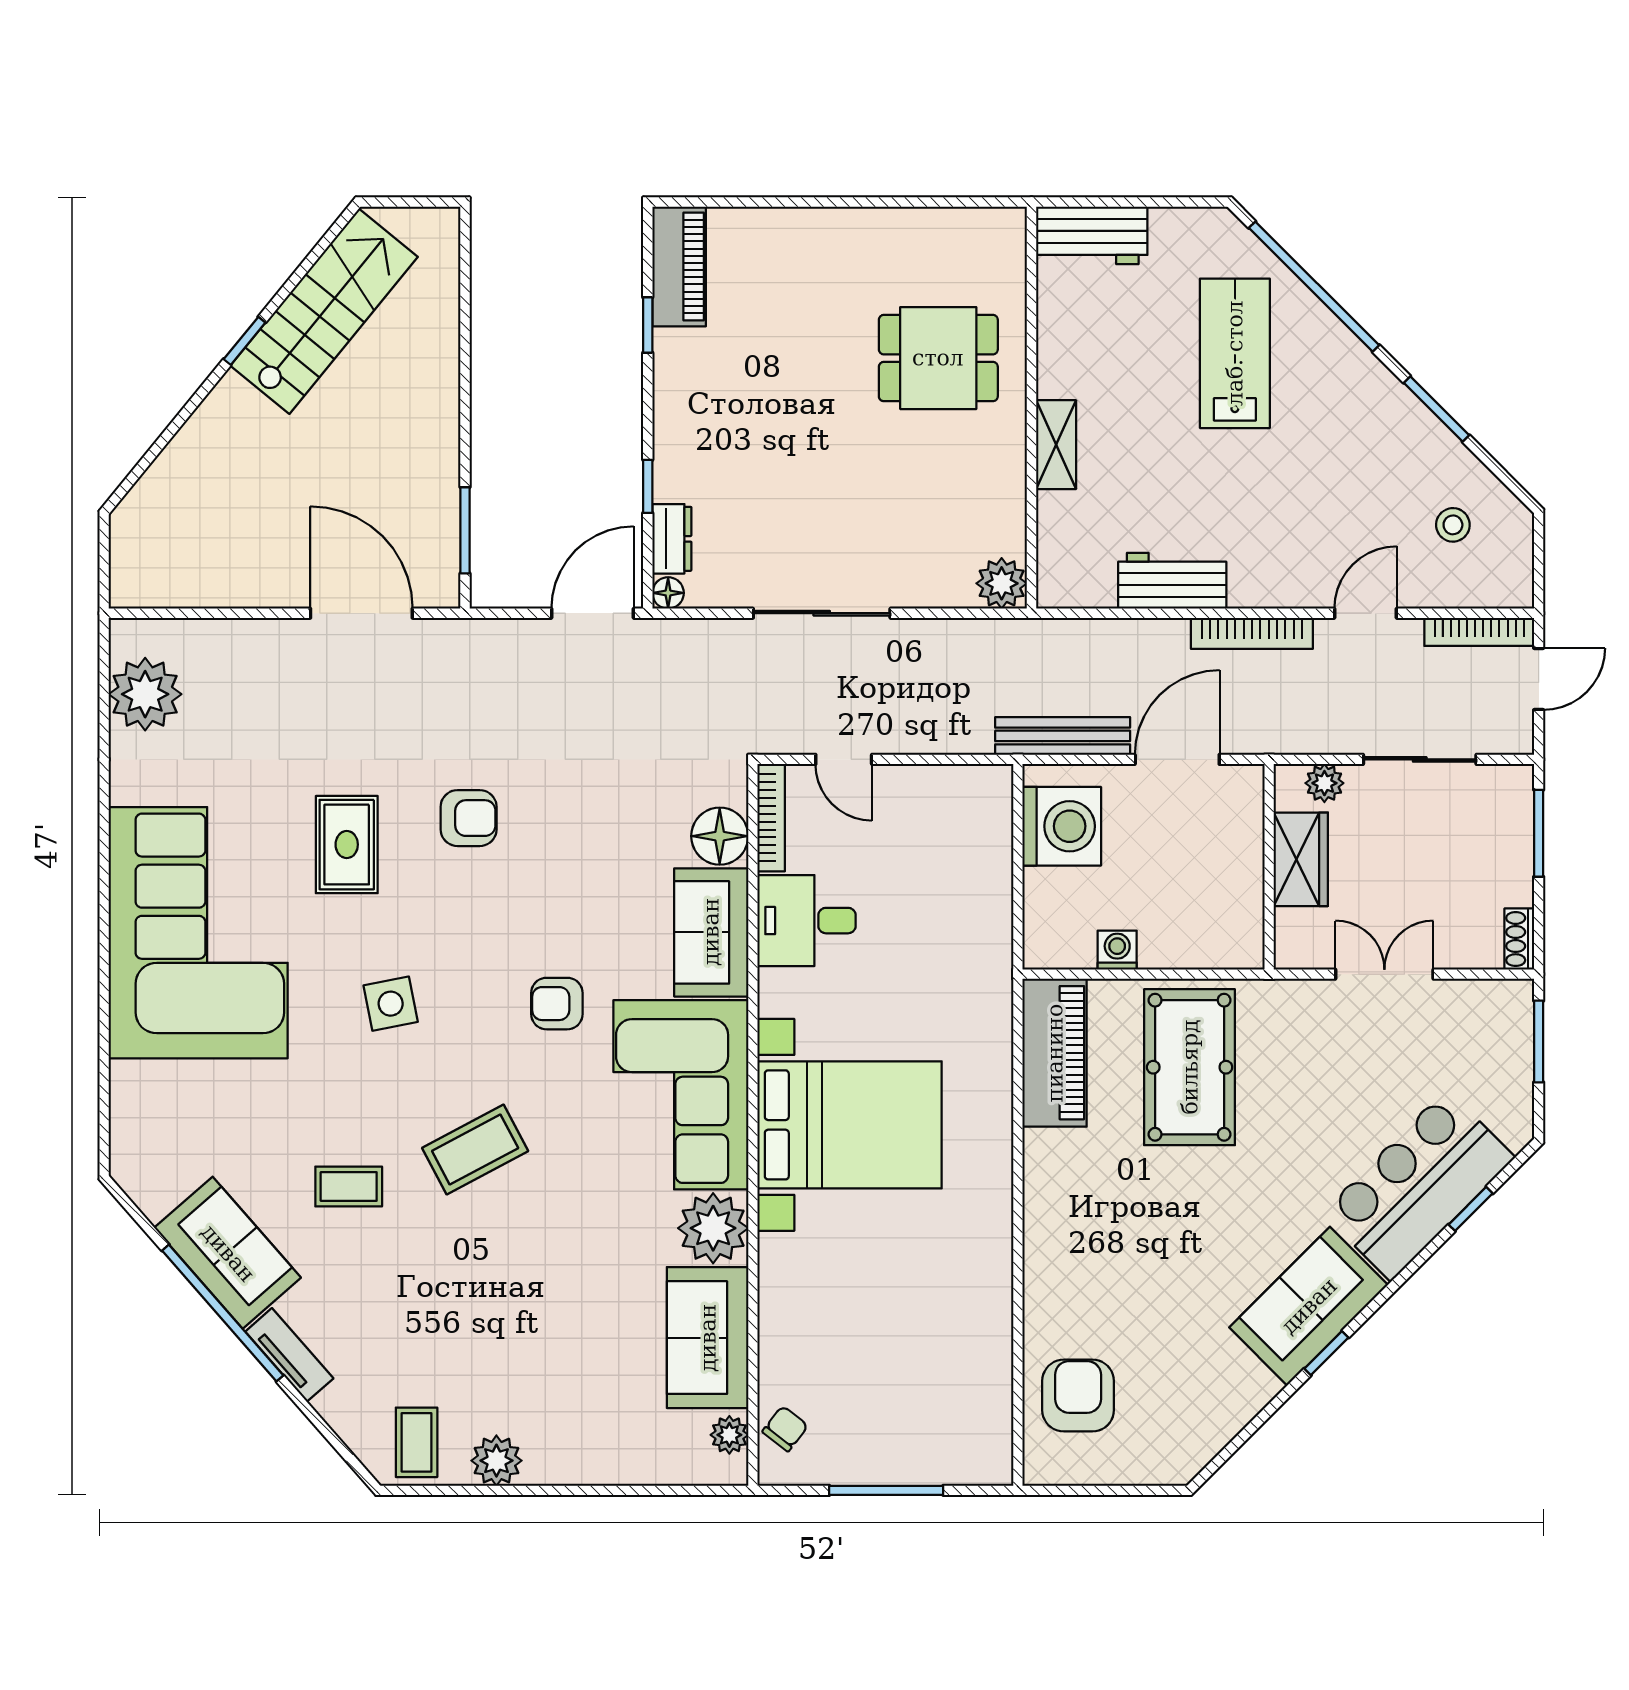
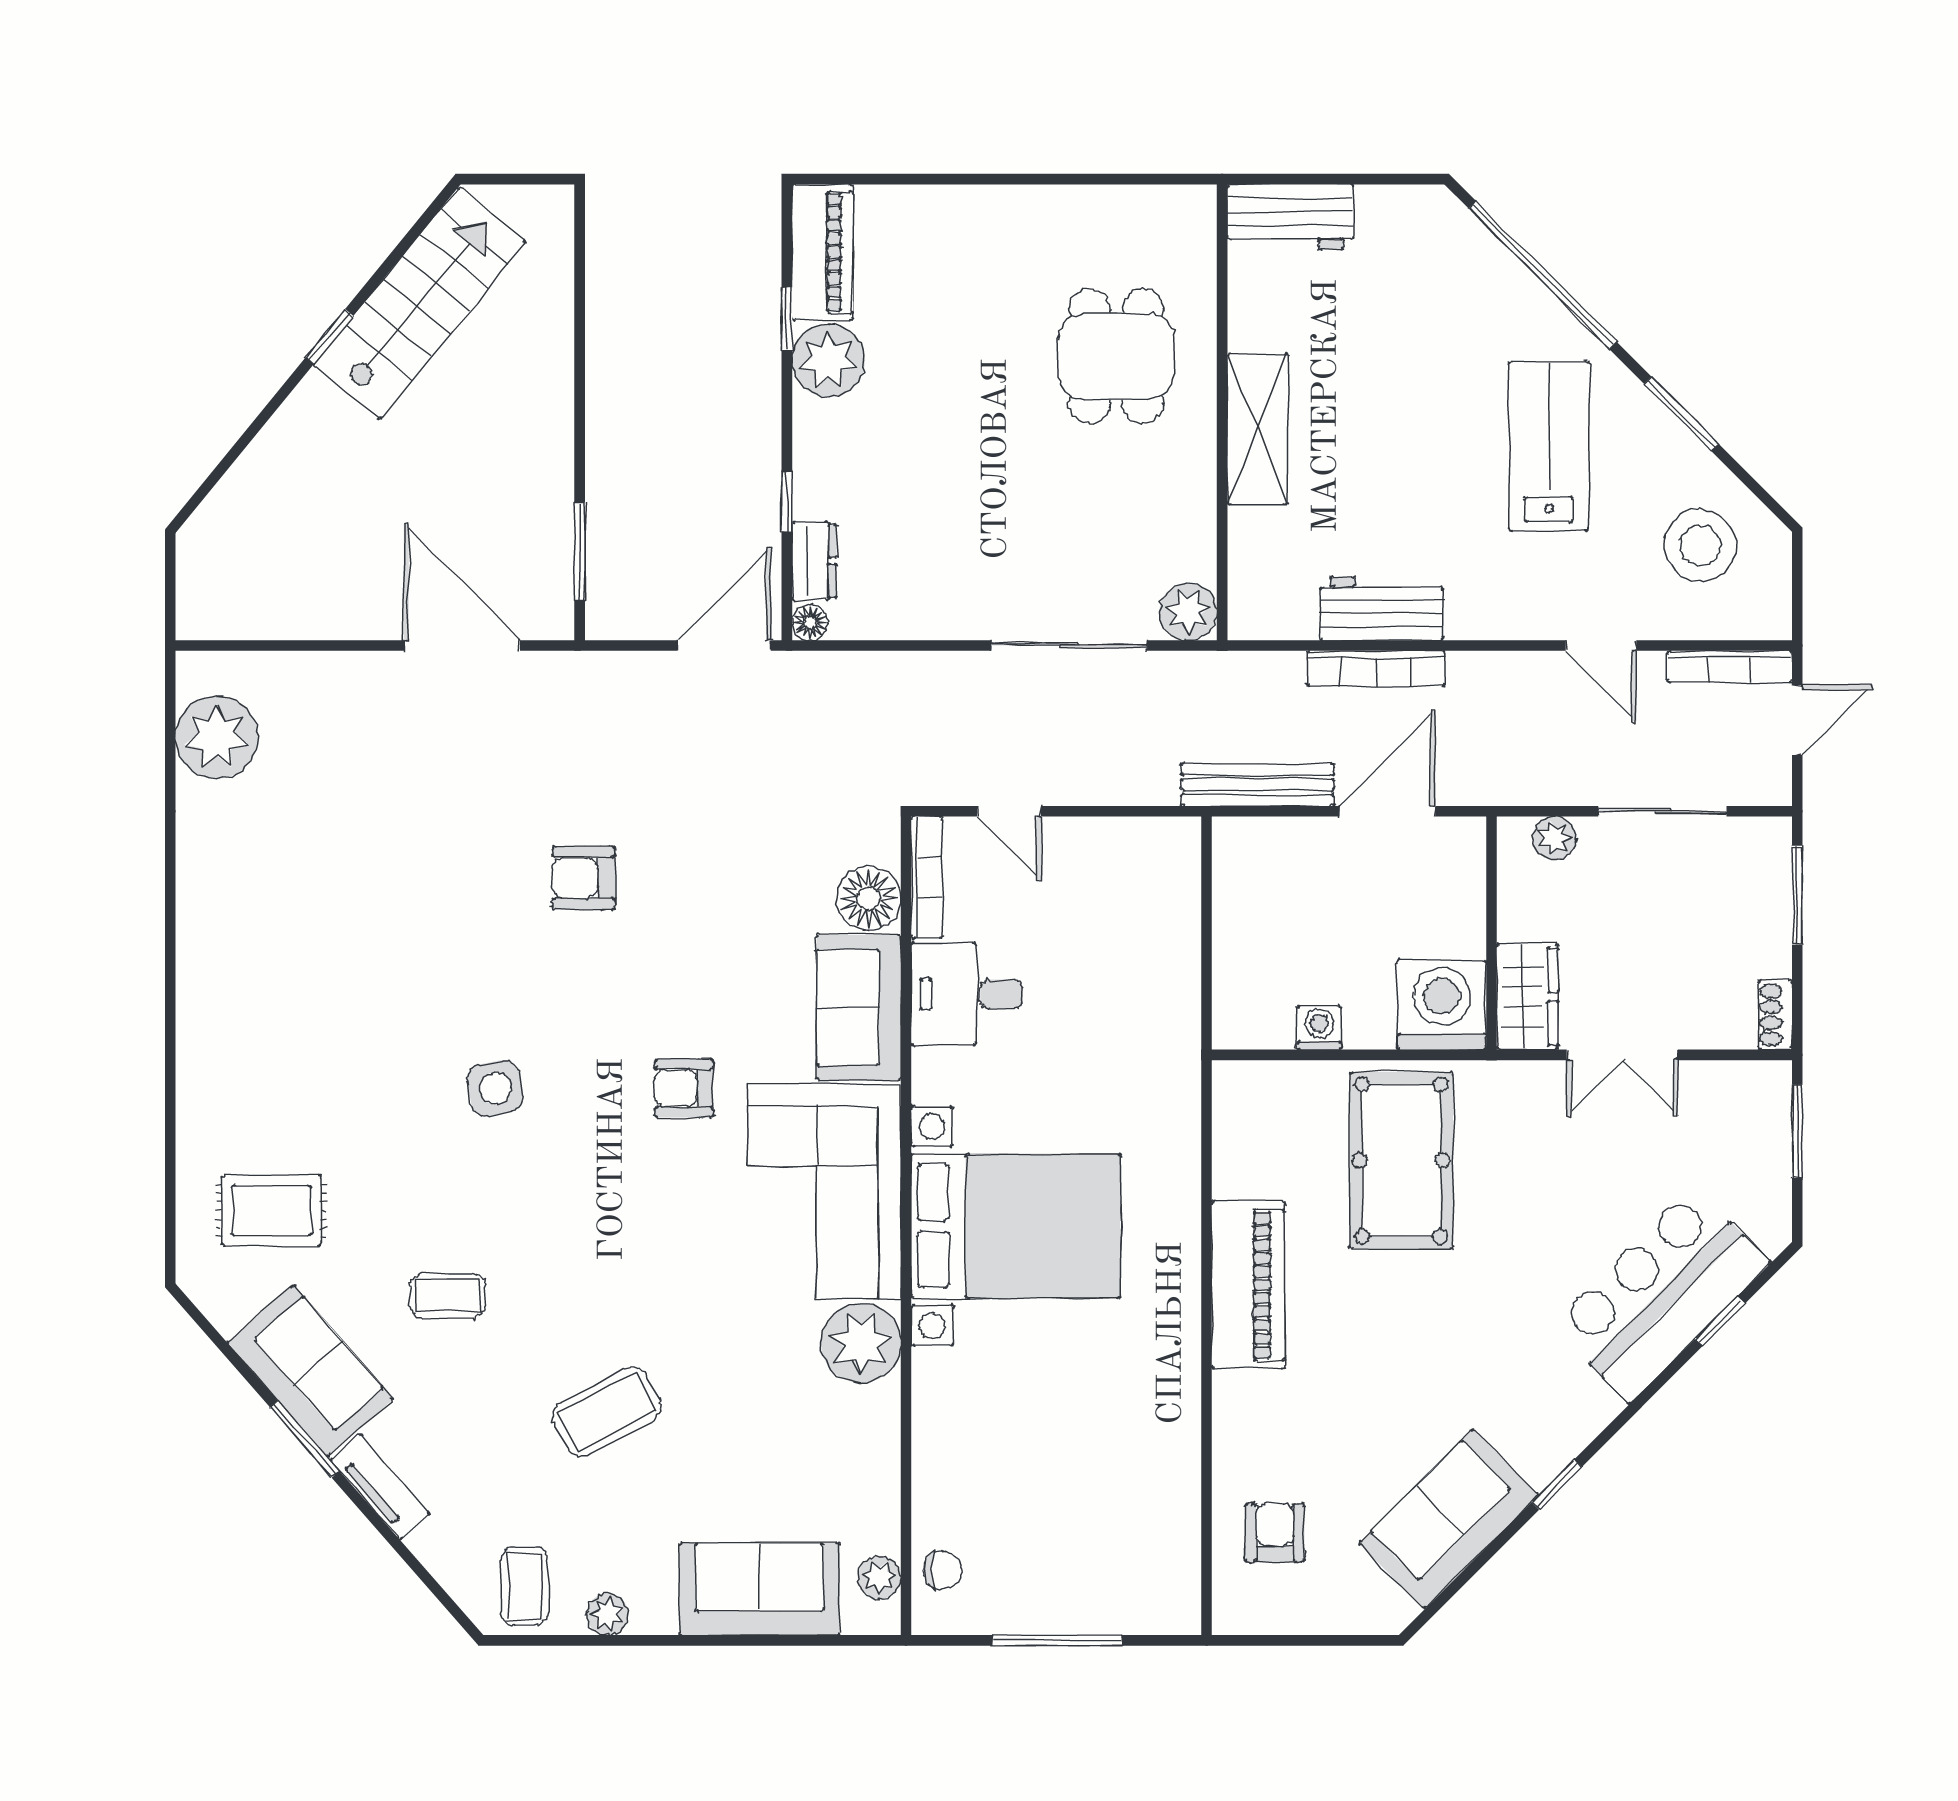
lab bench: (1235, 353) -> (1549, 446), moved
dining table: (938, 358) -> (1116, 356), turned 90
plant: (684, 362) -> (828, 361), added
shelving: (1056, 445) -> (1258, 429), width x1.50, depth x1.33
stool: (1453, 525) -> (1700, 545), width x1.89, depth x1.89
sliding door: (822, 613) -> (1069, 645), moved
door: (1366, 613) -> (1601, 645), swing flipped
bookcase: (1252, 633) -> (1376, 668), moved
armchair: (469, 818) -> (584, 878), turned 180
washing machine: (1062, 826) -> (1442, 1005), moved, turned -90
rug: (347, 845) -> (271, 1210), moved, turned 90
wardrobe: (1301, 859) -> (1527, 997), moved
corner sofa: (198, 933) -> (277, 1008), removed
double door: (1384, 974) -> (1622, 1055), swing flipped
piano: (1055, 1053) -> (1248, 1285), moved
coffee table: (475, 1150) -> (607, 1412), moved
sofa: (1309, 1306) -> (1449, 1519), moved
window: (223, 1313) -> (305, 1439), width x0.47
sofa: (708, 1338) -> (759, 1589), moved, turned 90
armchair: (1078, 1396) -> (1275, 1533), width x0.72, depth x0.72
chair: (785, 1429) -> (943, 1570), turned 52
plant: (496, 1461) -> (607, 1614), width x0.73, depth x0.73

